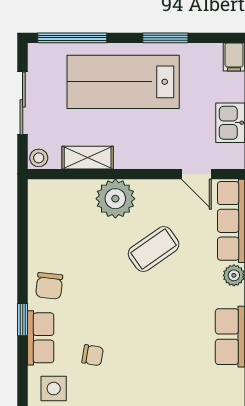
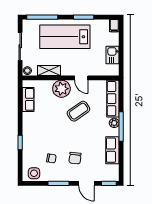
door: (196, 174) -> (81, 78), moved
chair: (49, 286) -> (75, 158), moved
row of seats: (41, 338) -> (28, 99), moved

